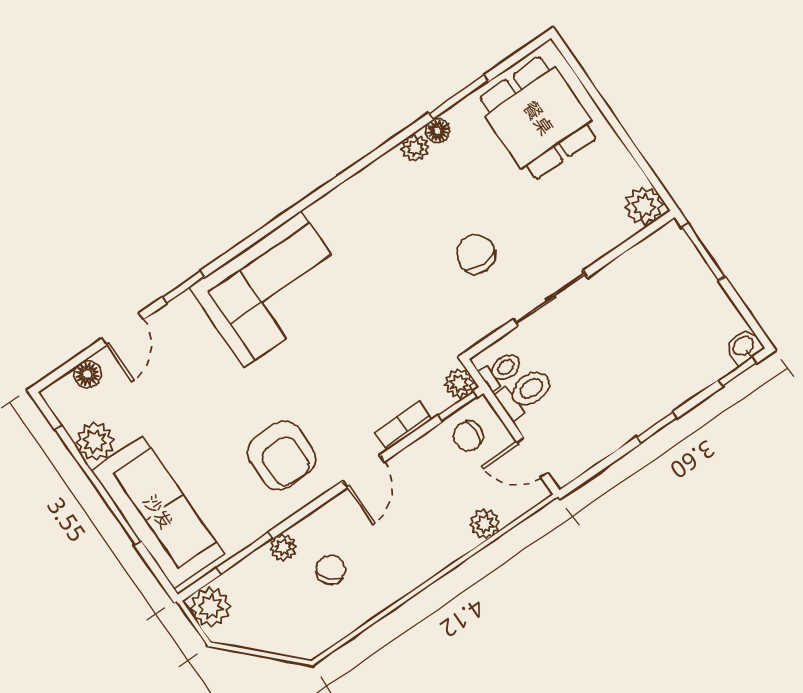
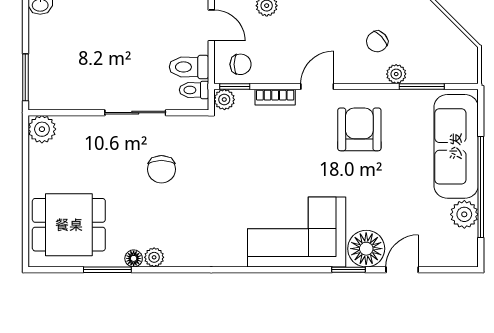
dining table: (538, 118) -> (69, 225), turned 90
floor lamp: (87, 374) -> (366, 249), moved, width x1.89, depth x1.89
plant: (210, 607) -> (464, 69), removed

